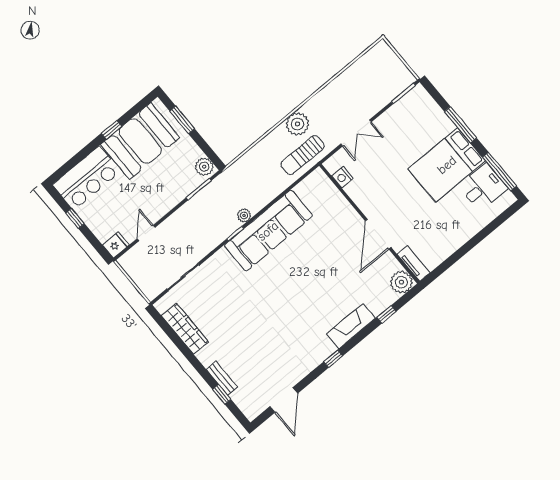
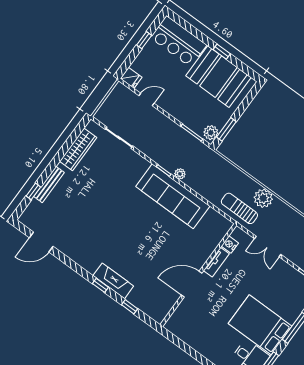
window: (182, 120) -> (226, 129), moved
tv unit: (414, 264) -> (216, 262), moved
plant: (401, 282) -> (158, 312), removed
window: (333, 359) -> (100, 285), moved
bench: (222, 378) -> (49, 184), width x1.36

